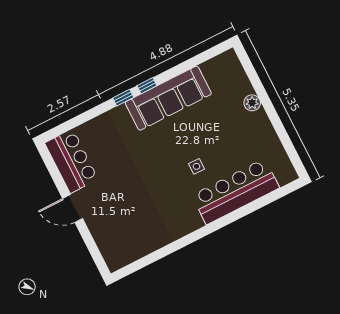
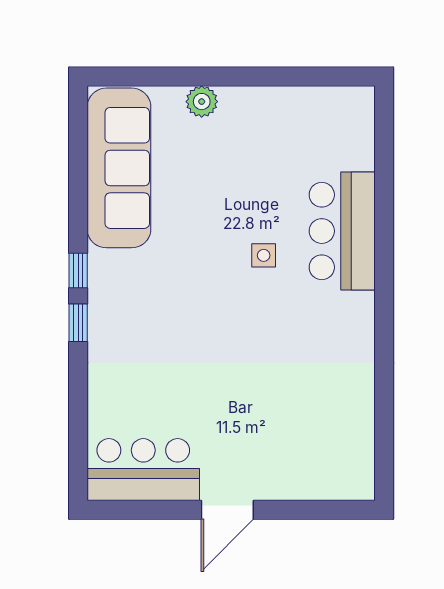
sofa: (168, 98) -> (119, 168), moved
bar counter: (236, 191) -> (342, 231), width x0.73

